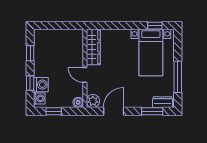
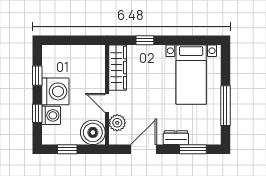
window: (155, 26) -> (145, 40), moved
washing machine: (39, 98) -> (55, 91), moved, width x1.89, depth x1.89
plant: (93, 101) -> (117, 123), moved
boiler: (78, 102) -> (93, 132), width x1.86, depth x1.86
dresser: (163, 102) -> (176, 138), moved

